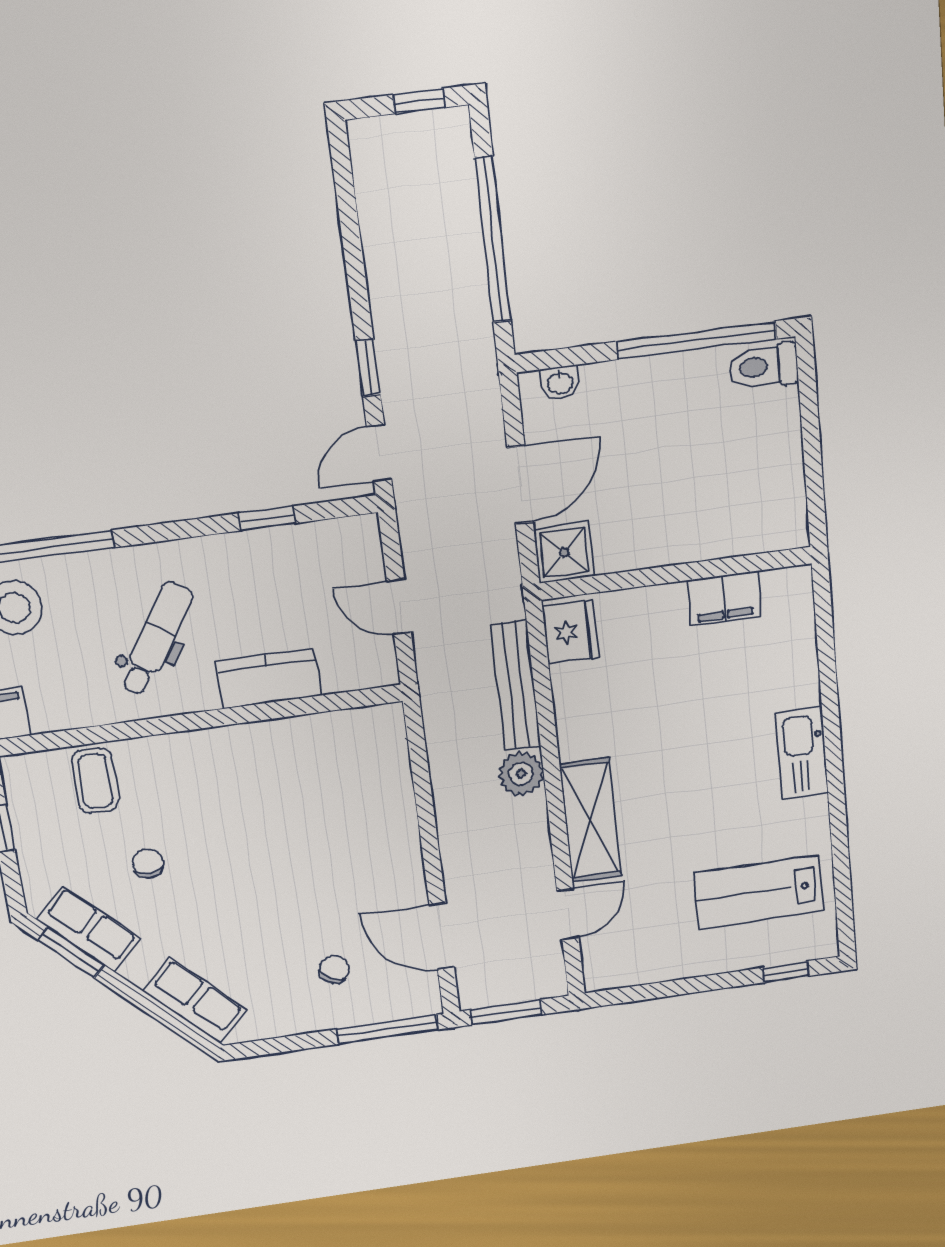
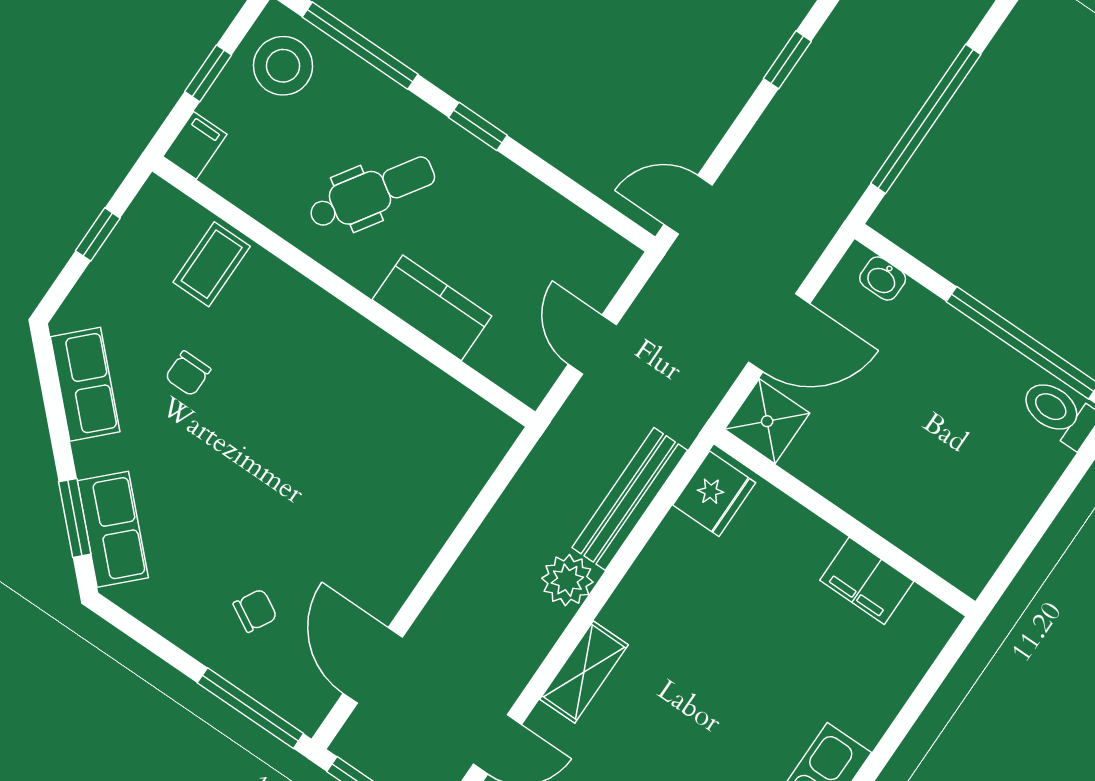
window: (368, 368) -> (787, 60), moved
window: (267, 518) -> (478, 126), moved
shelving: (590, 820) -> (584, 672), width x0.67, depth x0.75
chair: (148, 863) -> (188, 373), turned 180
window: (71, 952) -> (75, 518), moved

